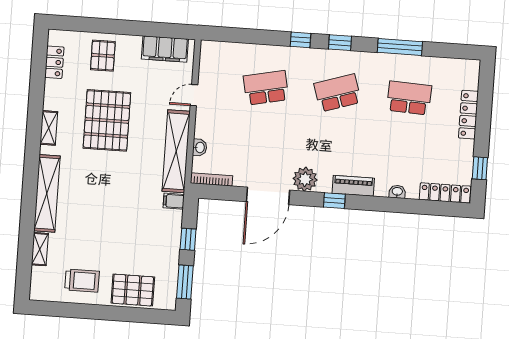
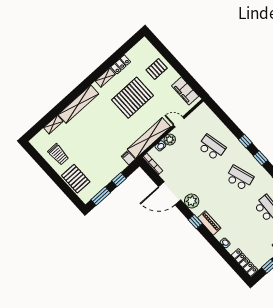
locker: (54, 62) -> (121, 64), moved
plant: (204, 128) -> (170, 140), added

